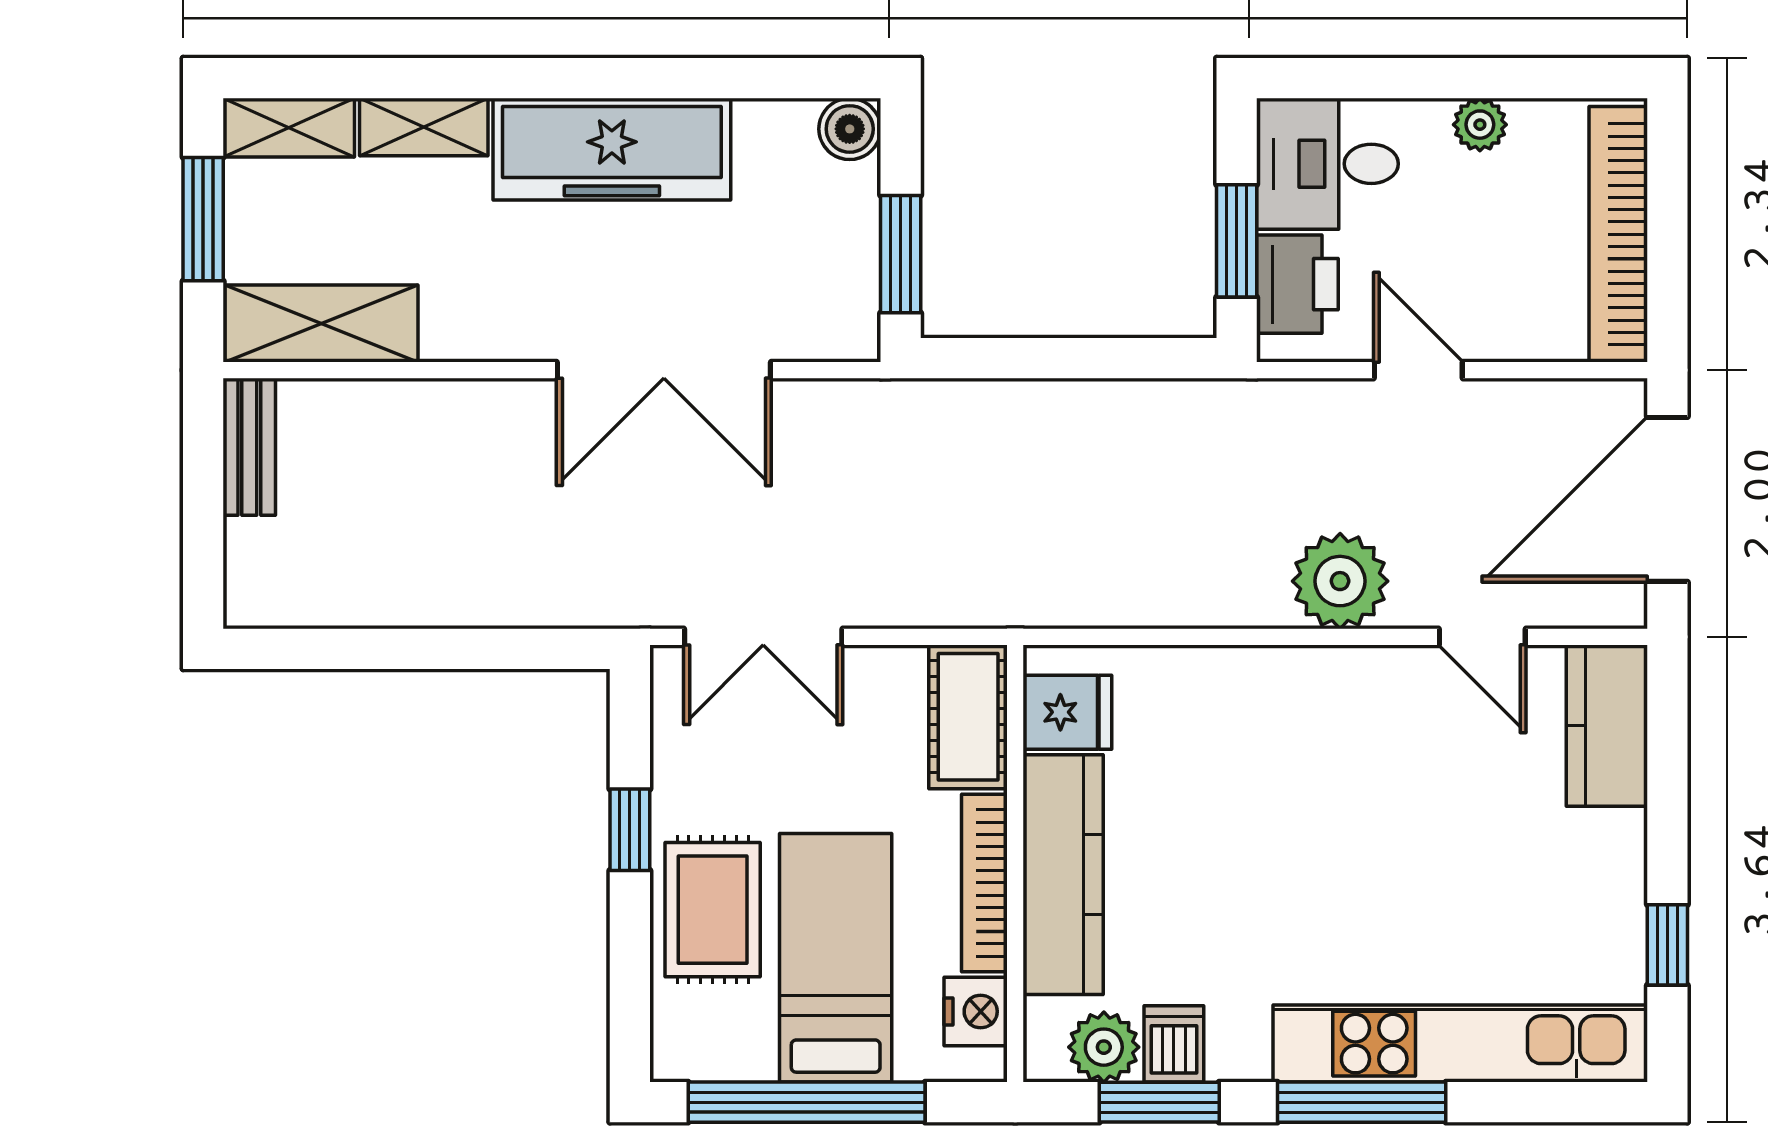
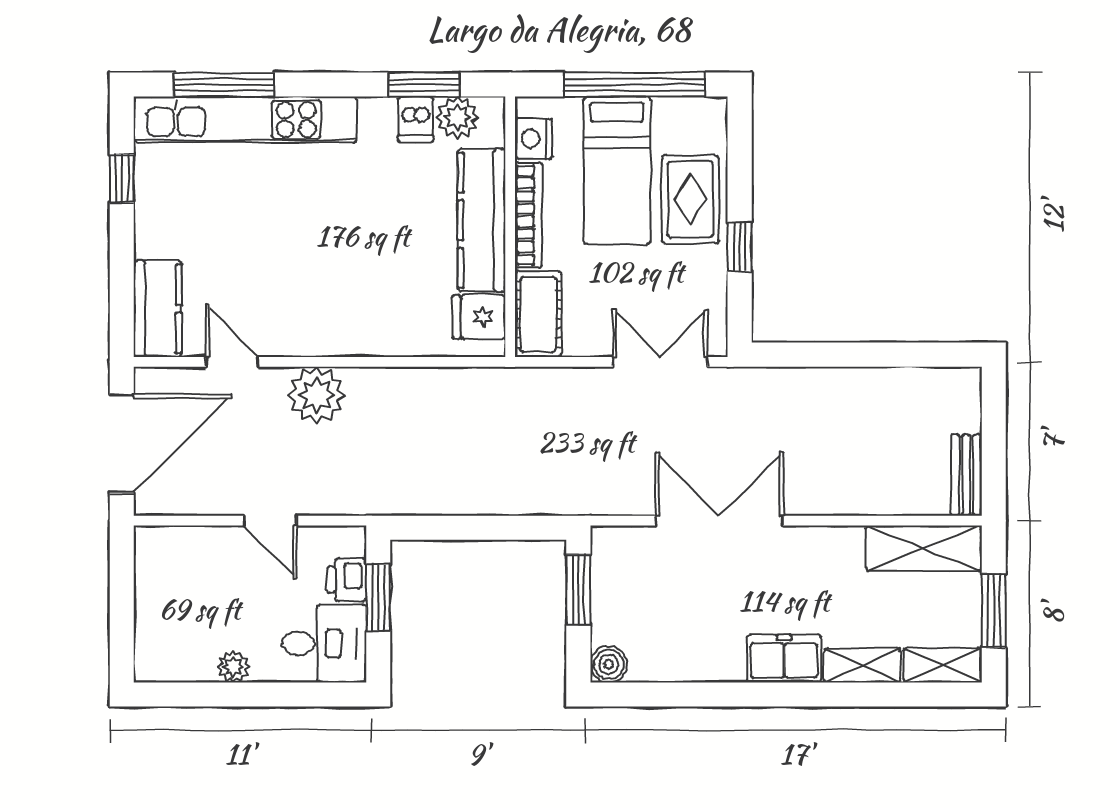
freezer: (612, 149) -> (784, 659), width x0.52, depth x0.79
bookcase: (1618, 234) -> (151, 602), removed
printer: (1297, 284) -> (347, 580), width x0.73, depth x0.81
window: (1362, 1102) -> (224, 85), moved

